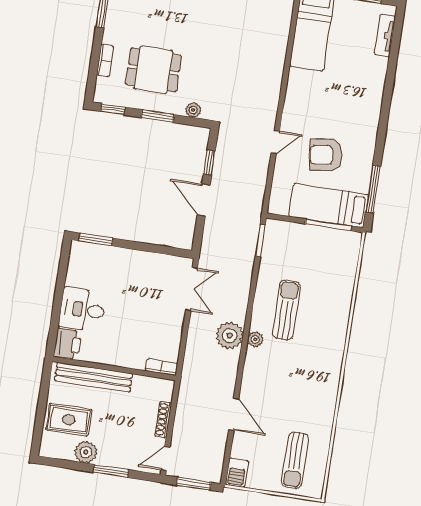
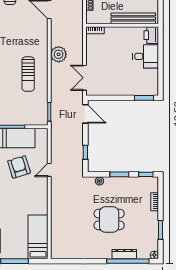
dining table: (153, 70) -> (109, 219), moved
armchair: (326, 155) -> (19, 167), turned -99
door: (204, 200) -> (85, 114), moved
plant: (255, 339) -> (43, 54), removed

